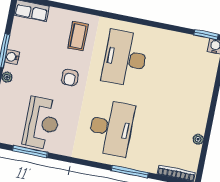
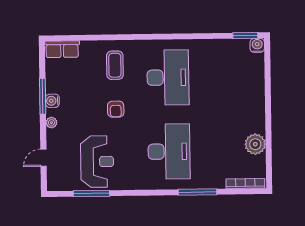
desk: (125, 58) -> (168, 77), turned 180
plant: (198, 139) -> (255, 144), width x1.88, depth x1.88

